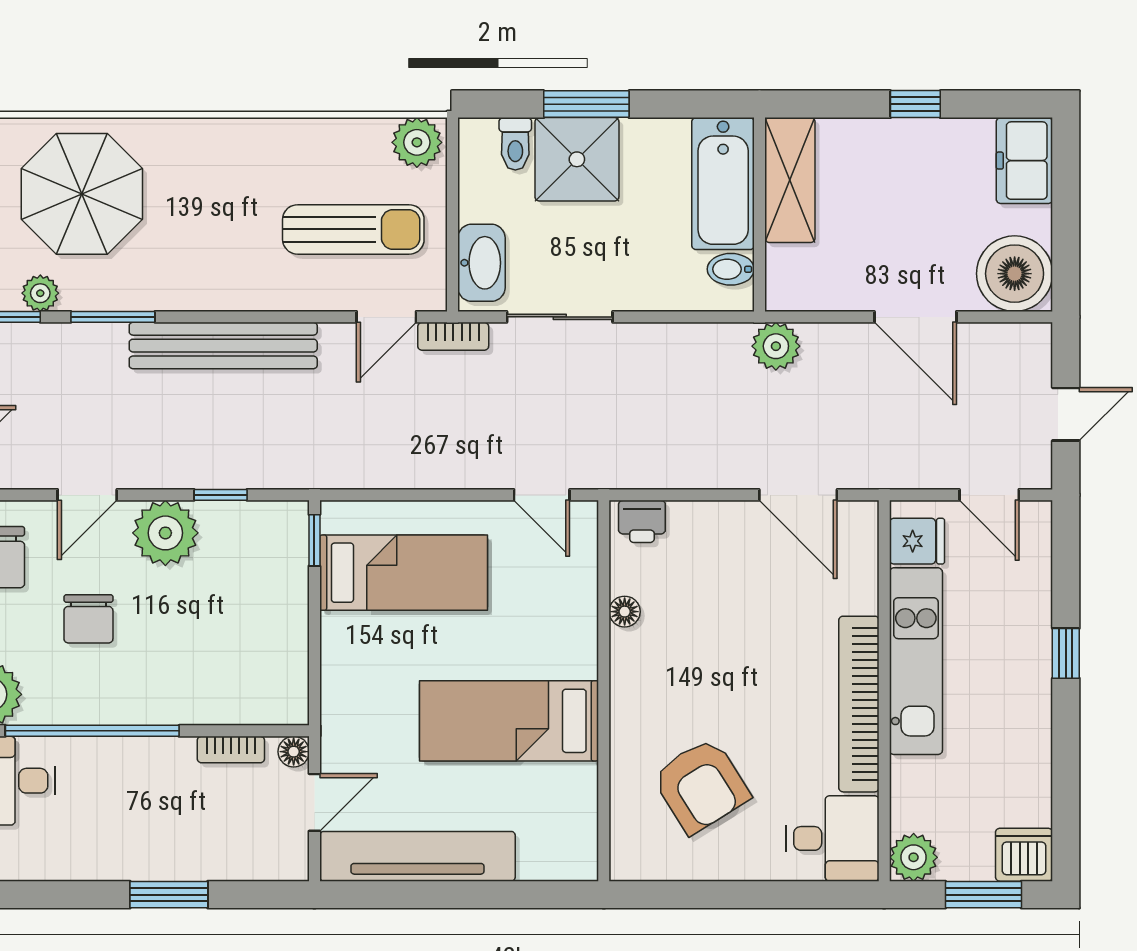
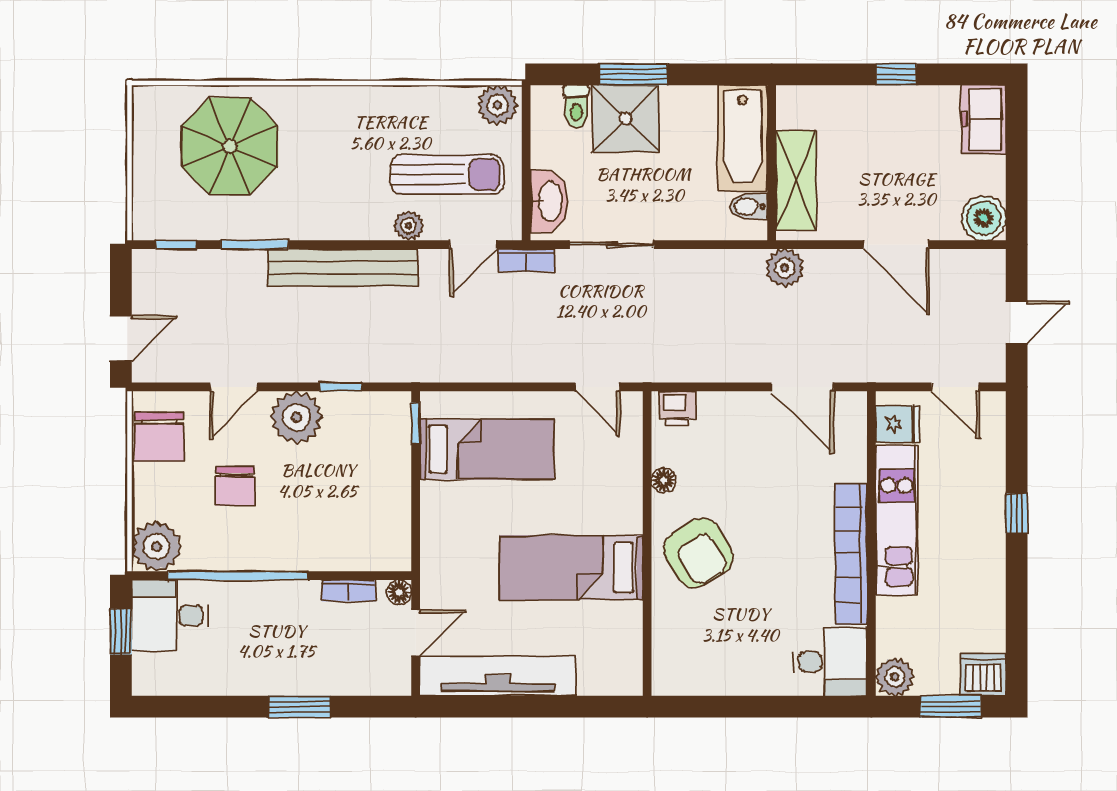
shelving: (790, 180) -> (796, 180), moved
boiler: (1015, 274) -> (984, 218), width x0.73, depth x0.73
plant: (40, 293) -> (409, 226), moved
armchair: (701, 786) -> (698, 553), moved

